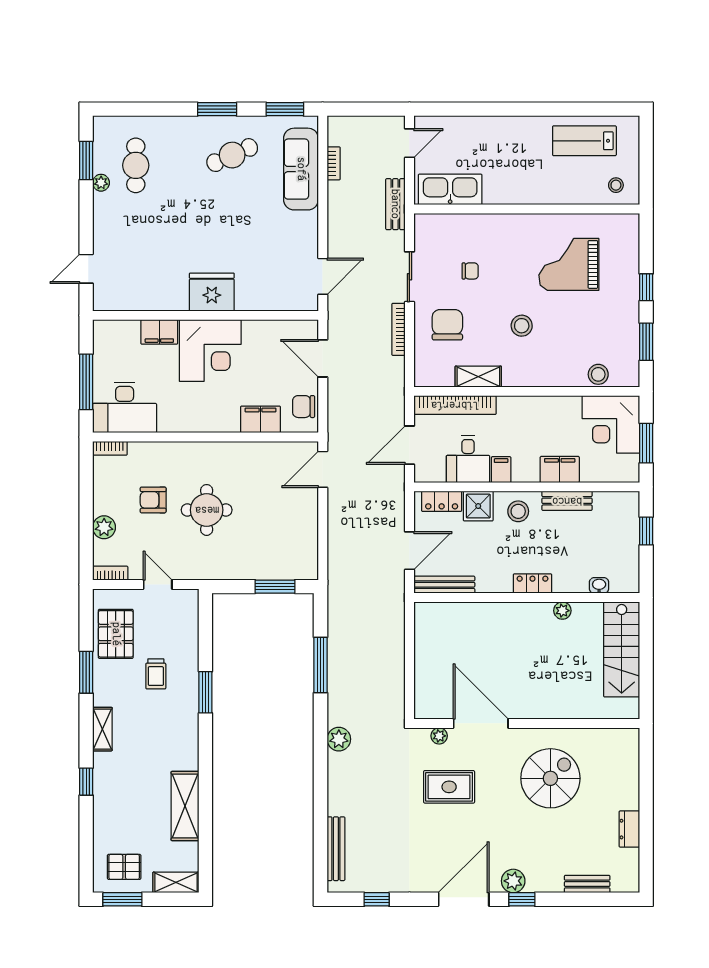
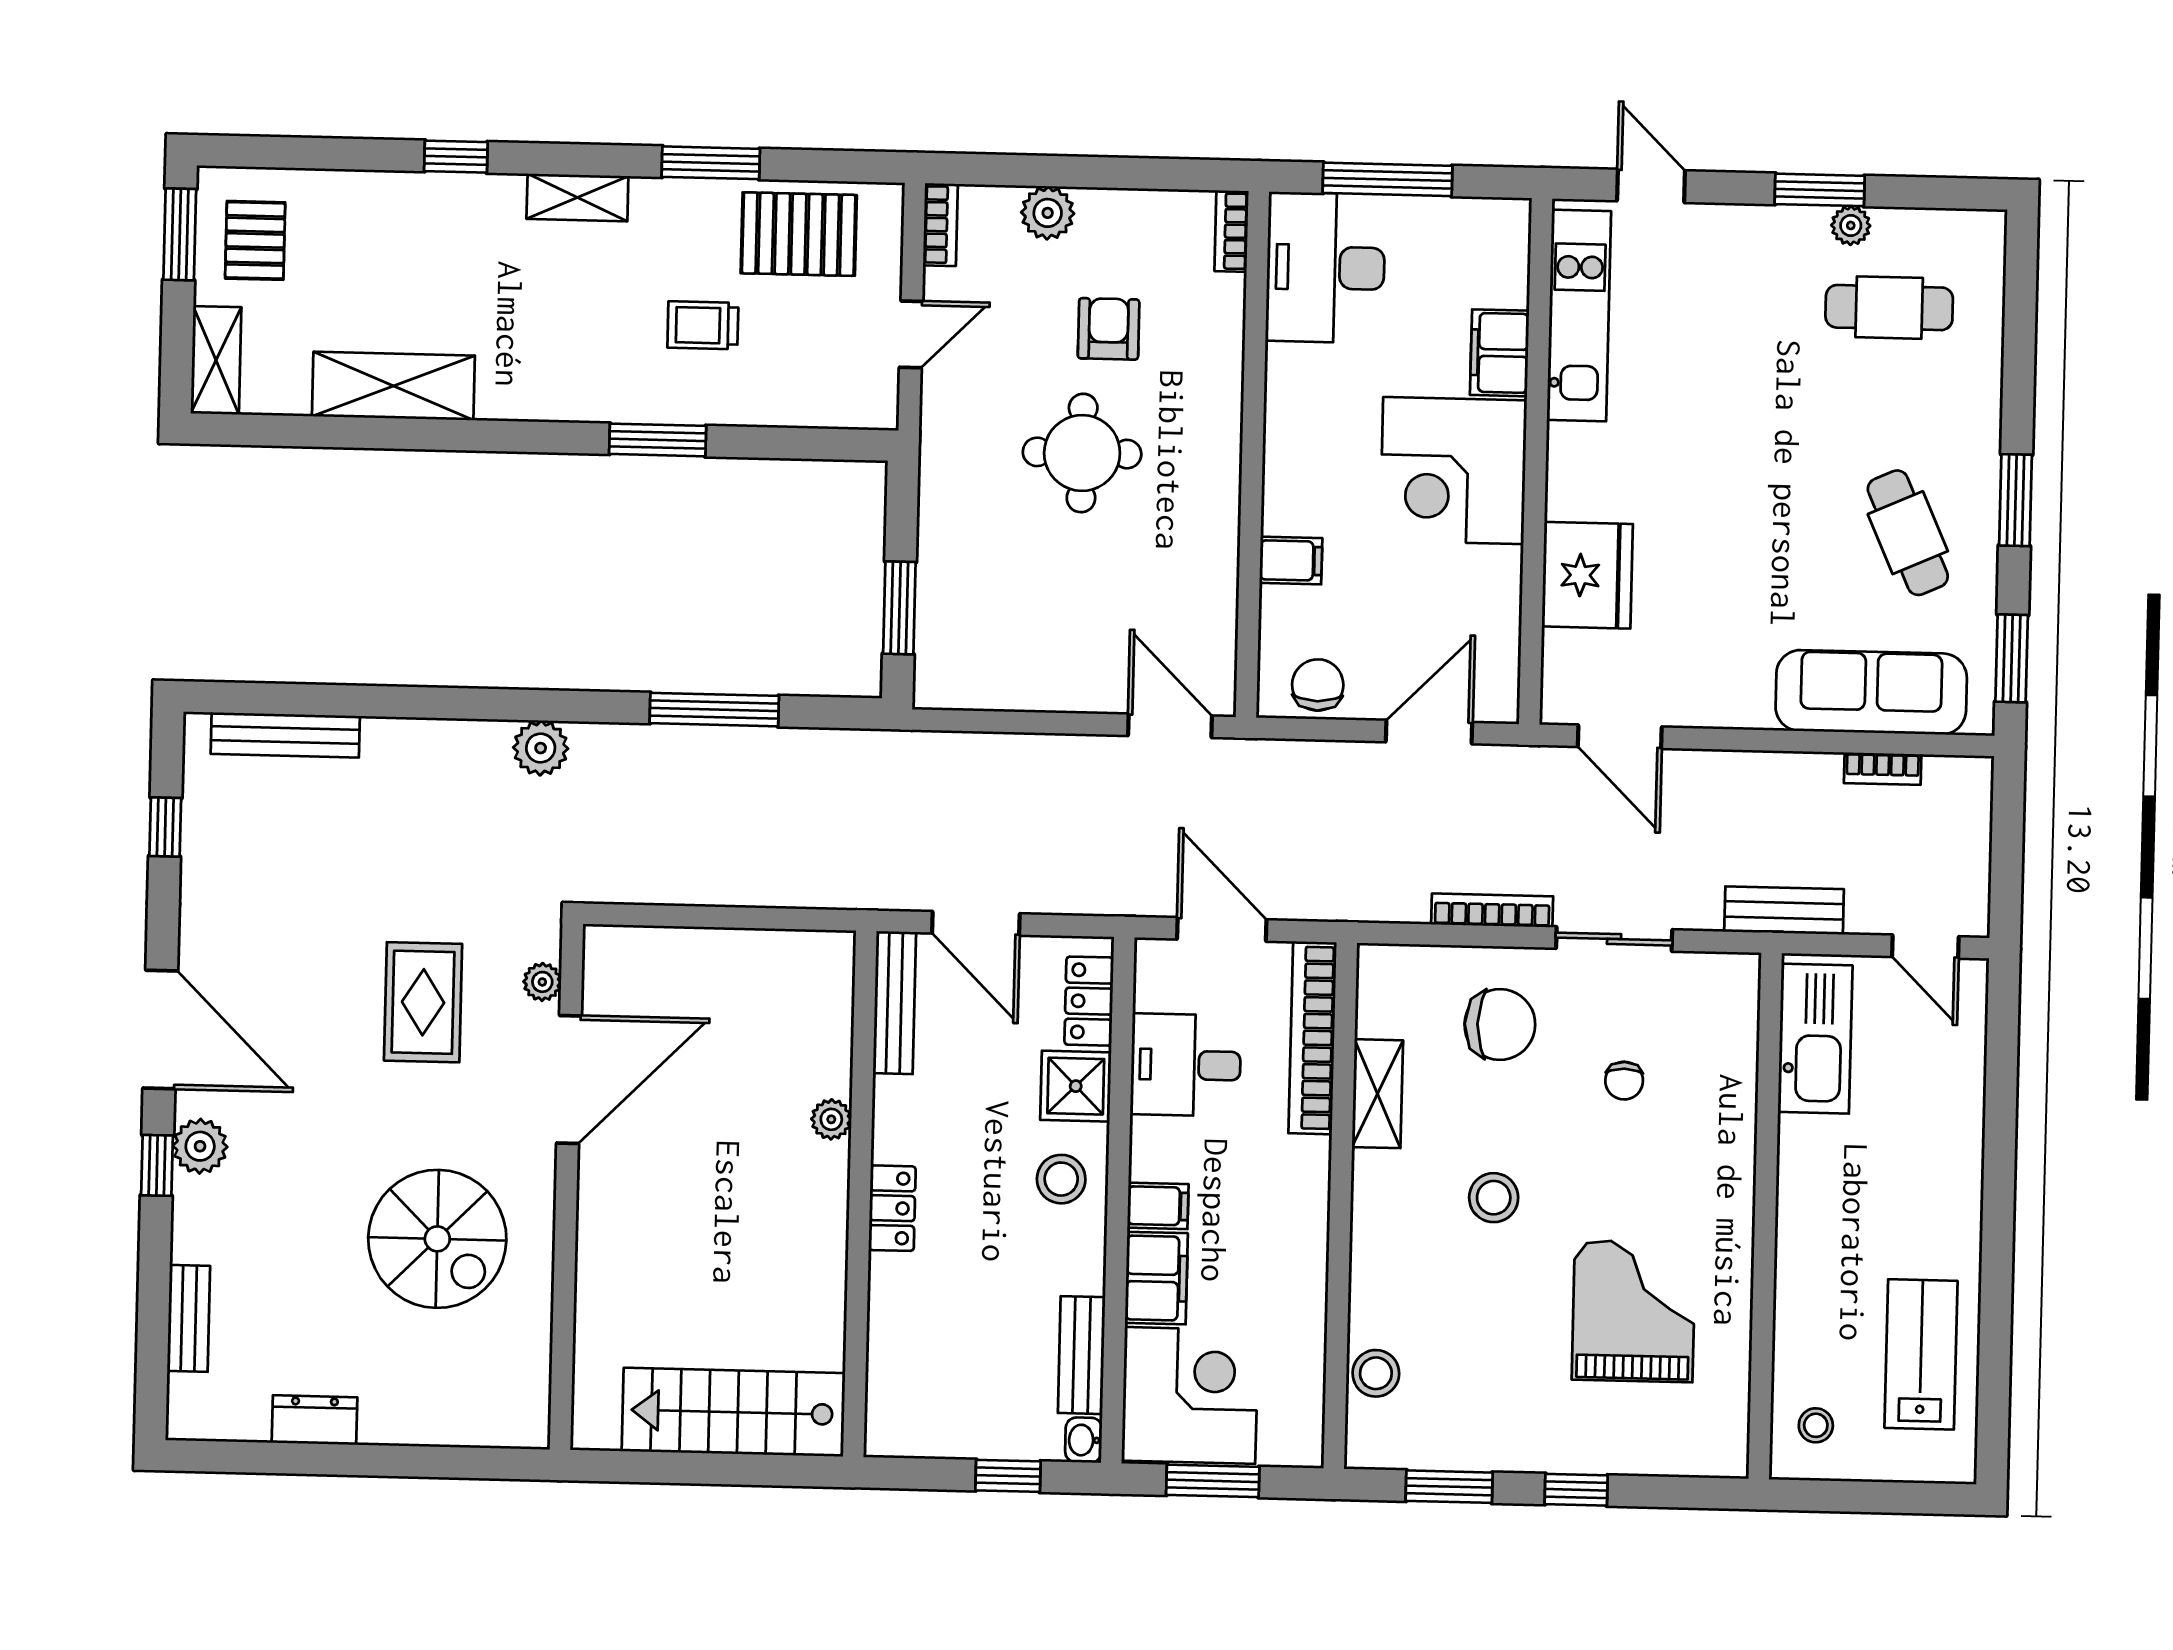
window: (86, 161) -> (1820, 190), moved
fridge: (212, 292) -> (1587, 575), moved
kitchen unit: (142, 298) -> (1579, 316), added
filing cabinet: (260, 419) -> (1291, 560), width x0.50
corner desk: (611, 424) -> (1190, 1395), moved, turned 90
filing cabinet: (501, 470) -> (1158, 1206), moved
bench: (567, 501) -> (1082, 1355), moved
washbasin: (599, 585) -> (1084, 1440), moved, turned 180
plant: (562, 611) -> (831, 1119), moved

